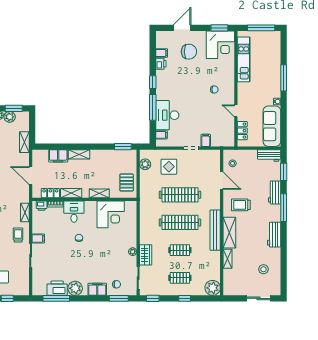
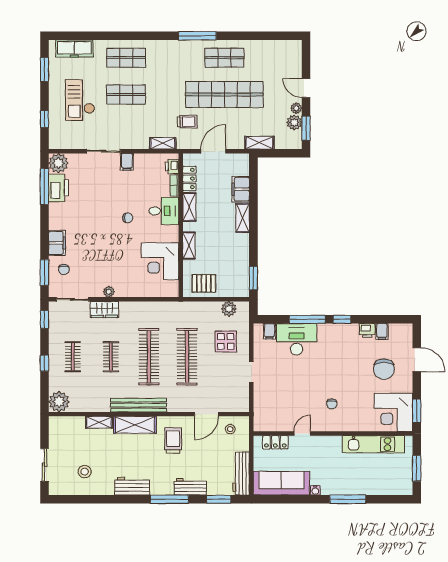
window: (261, 28) -> (417, 468), width x0.69
filing cabinet: (206, 140) -> (262, 392), removed
workbench: (269, 155) -> (241, 474), width x1.38
trolley: (18, 235) -> (187, 122), moved
plant: (75, 288) -> (58, 163), moved

